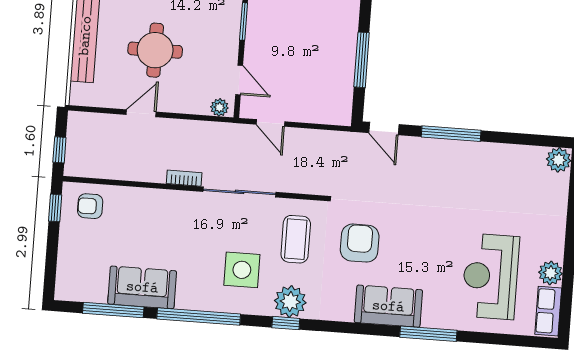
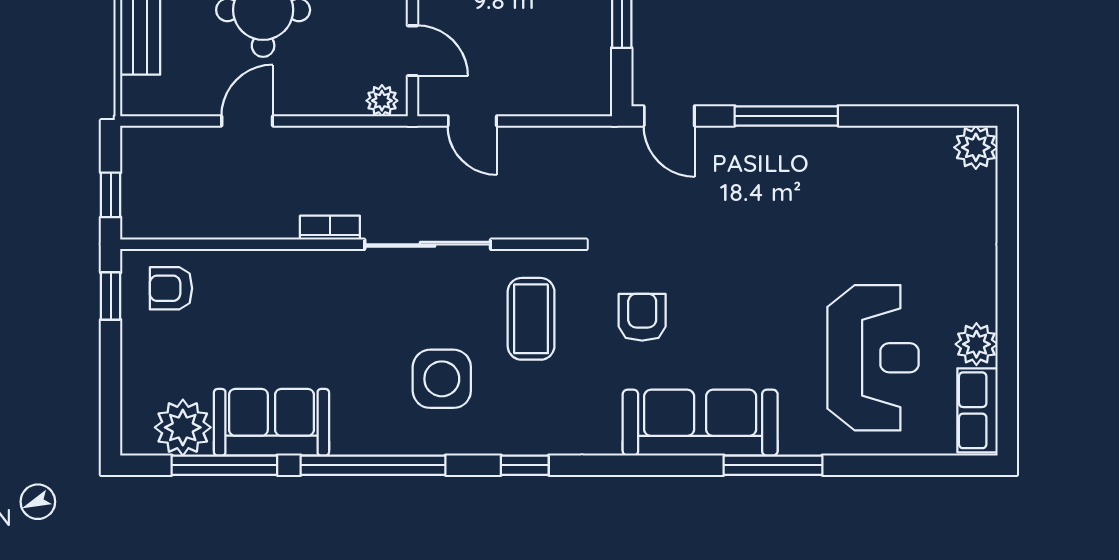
armchair: (360, 243) -> (642, 317), width x0.72, depth x0.72
reception desk: (490, 276) -> (873, 358), turned 180
plant: (290, 302) -> (183, 427), moved
sofa: (388, 306) -> (700, 423), width x1.36

